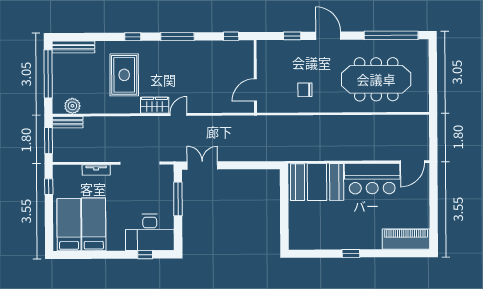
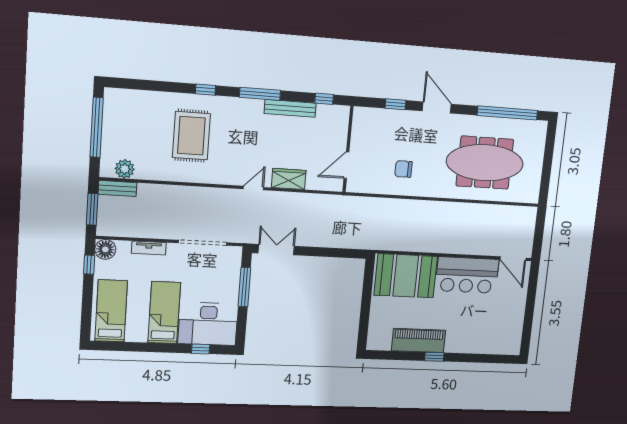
bench: (73, 47) -> (290, 108), moved
wardrobe: (155, 105) -> (289, 179), moved
door: (412, 162) -> (513, 259), hinge flipped
floor lamp: (61, 173) -> (105, 249), added
bed: (94, 224) -> (164, 313), moved
piano: (406, 239) -> (419, 340), moved

